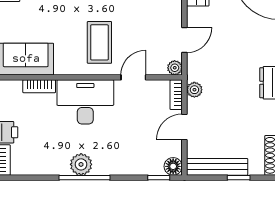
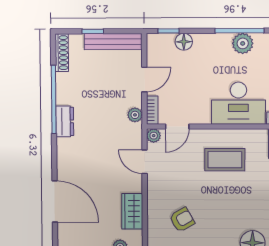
door: (184, 40) -> (145, 162), hinge flipped
coffee table: (99, 42) -> (225, 160), turned 90
door: (133, 77) -> (177, 126), moved
floor lamp: (173, 166) -> (184, 42), moved

